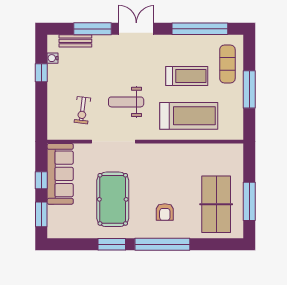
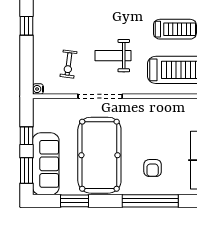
water cooler: (53, 58) -> (38, 89), moved
sofa: (60, 174) -> (46, 164), moved
pool table: (113, 199) -> (99, 155), width x1.36, depth x1.32
window: (112, 244) -> (75, 201), moved

